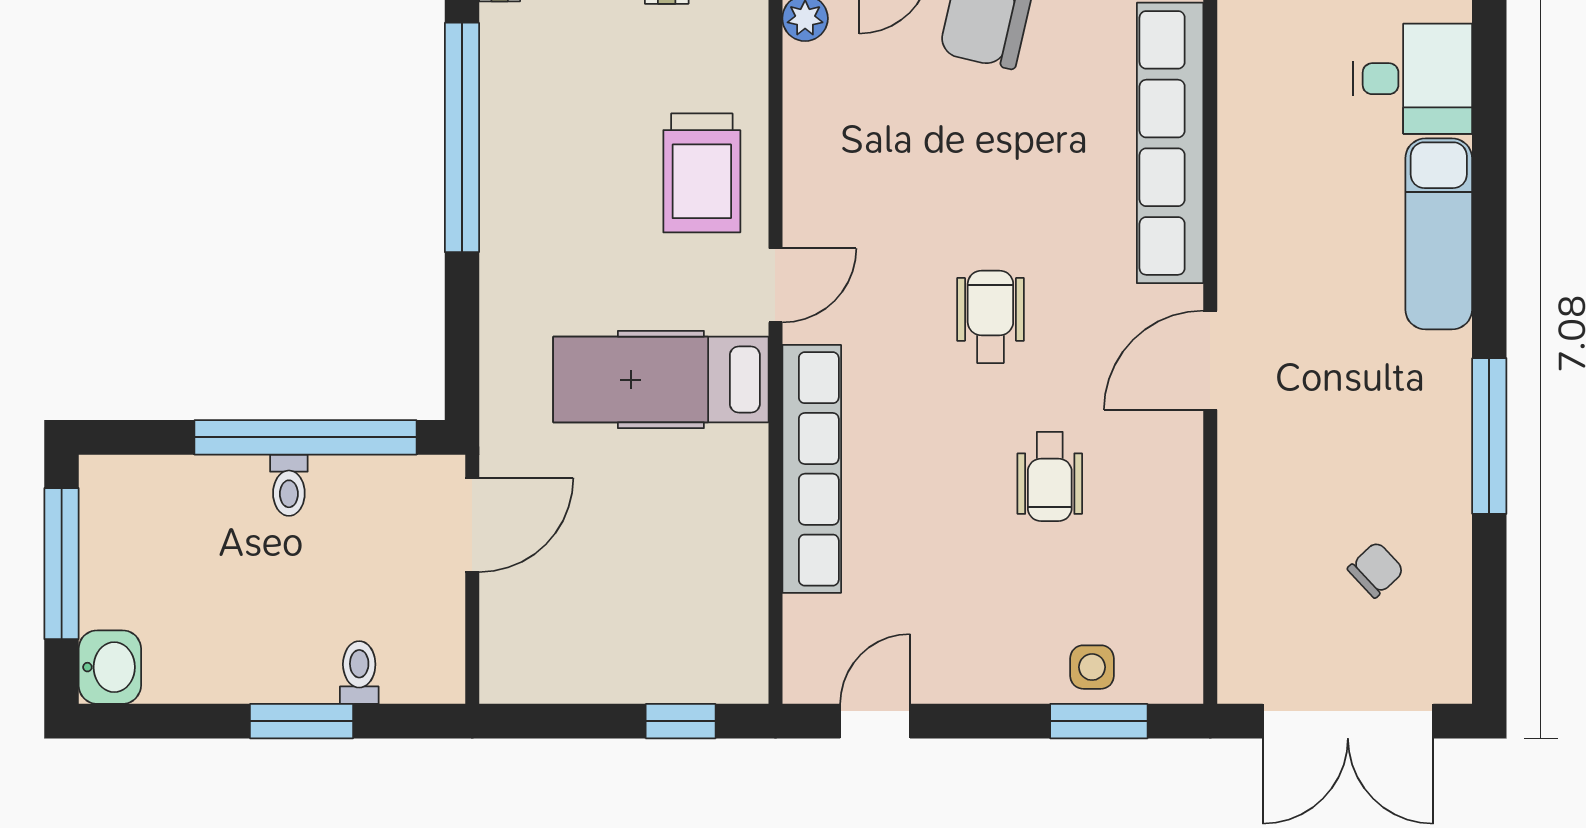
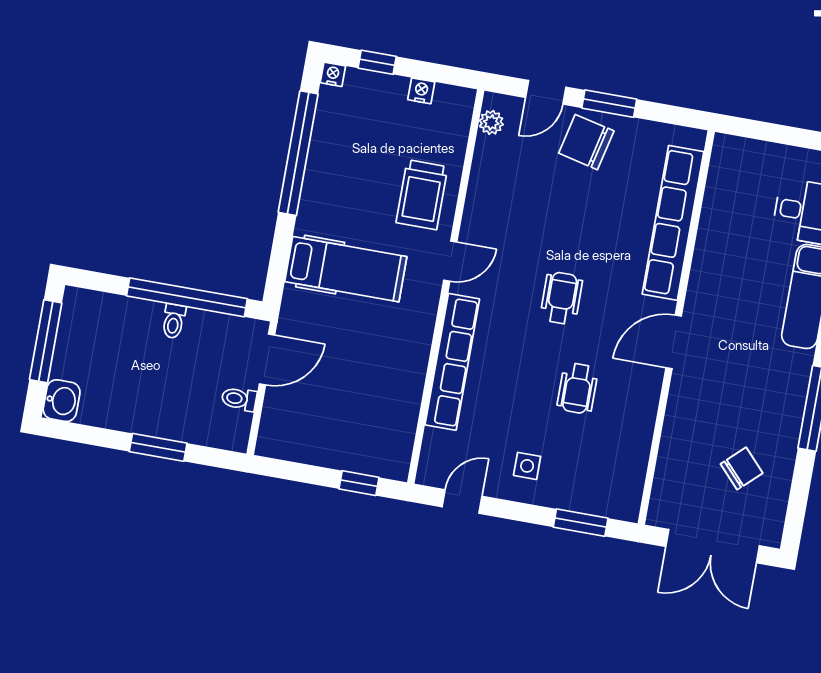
hospital bed: (661, 380) -> (346, 269), moved, turned 180
chair: (1376, 570) -> (742, 468), width x1.37, depth x1.37
side table: (1092, 667) -> (527, 466), moved
toilet: (359, 672) -> (239, 399), moved, turned -90

